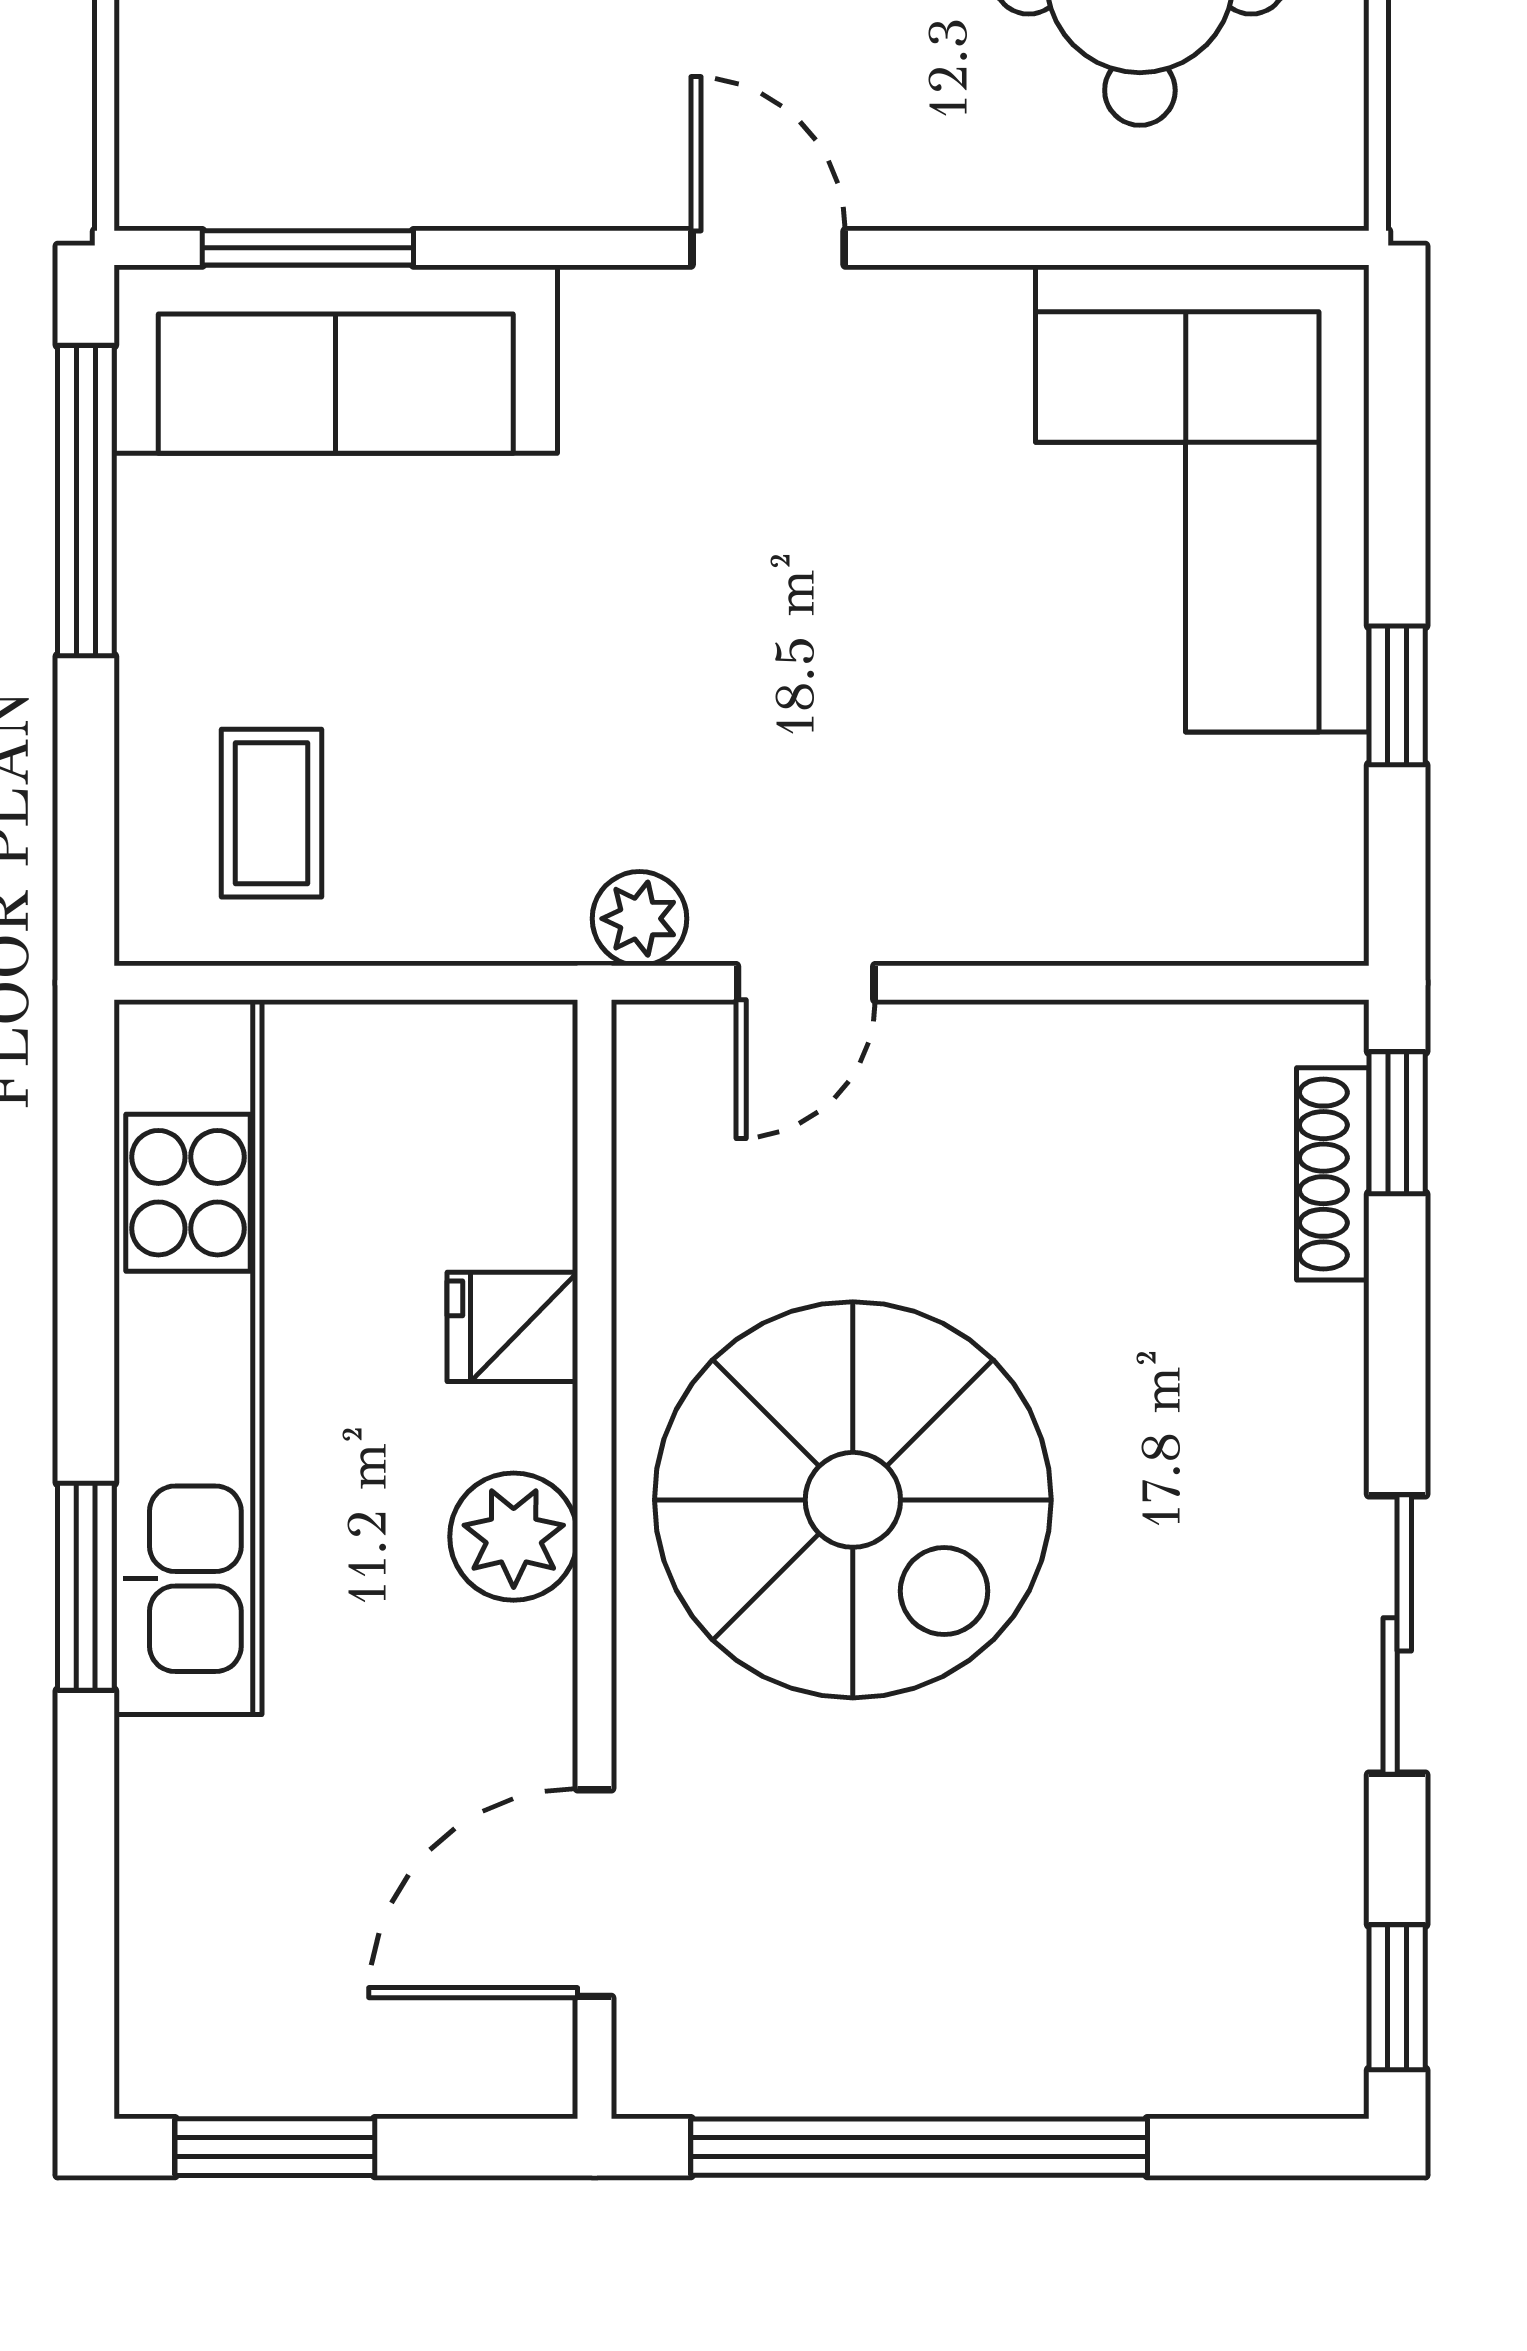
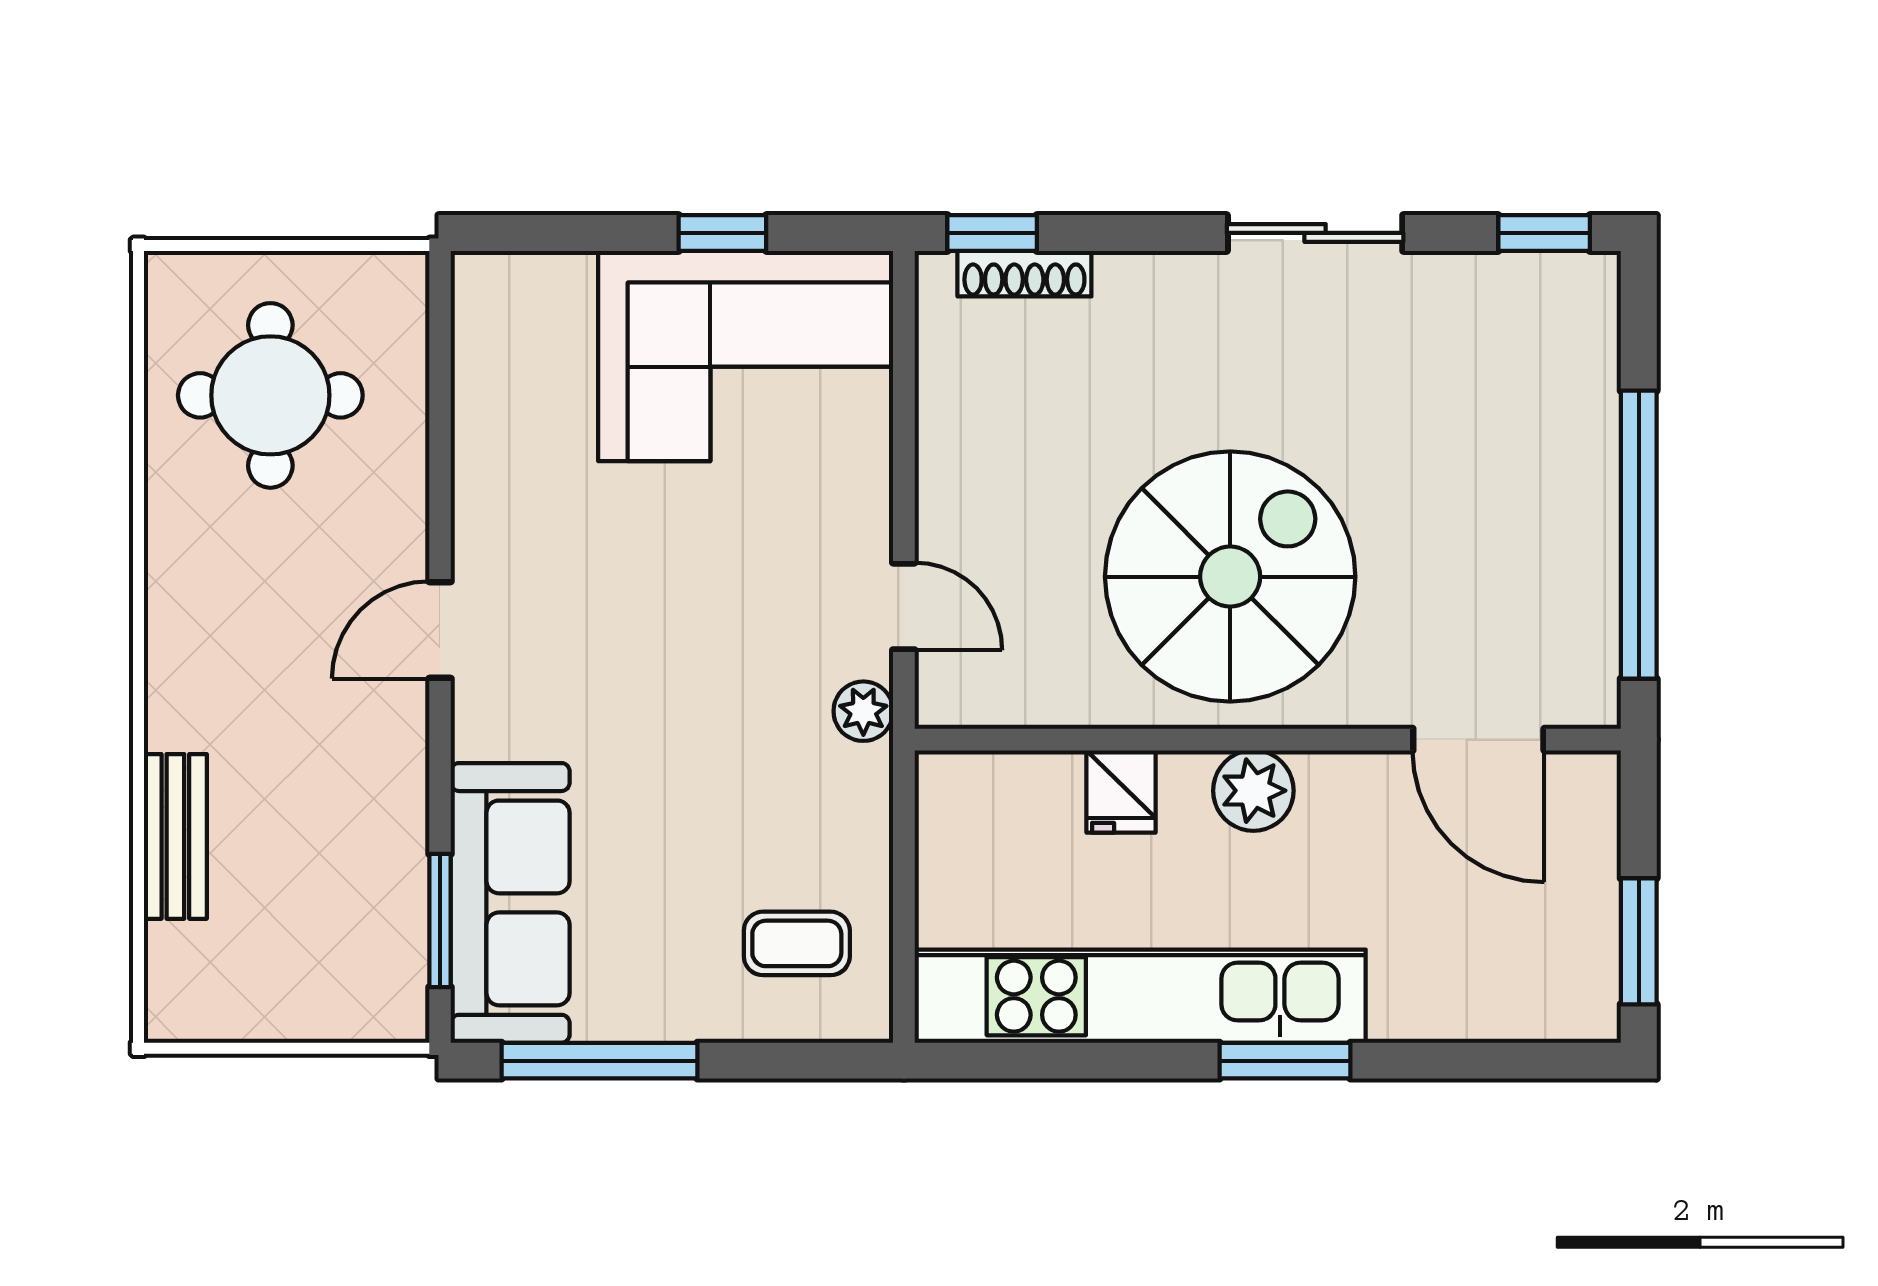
corner sofa: (1202, 498) -> (746, 356), moved

